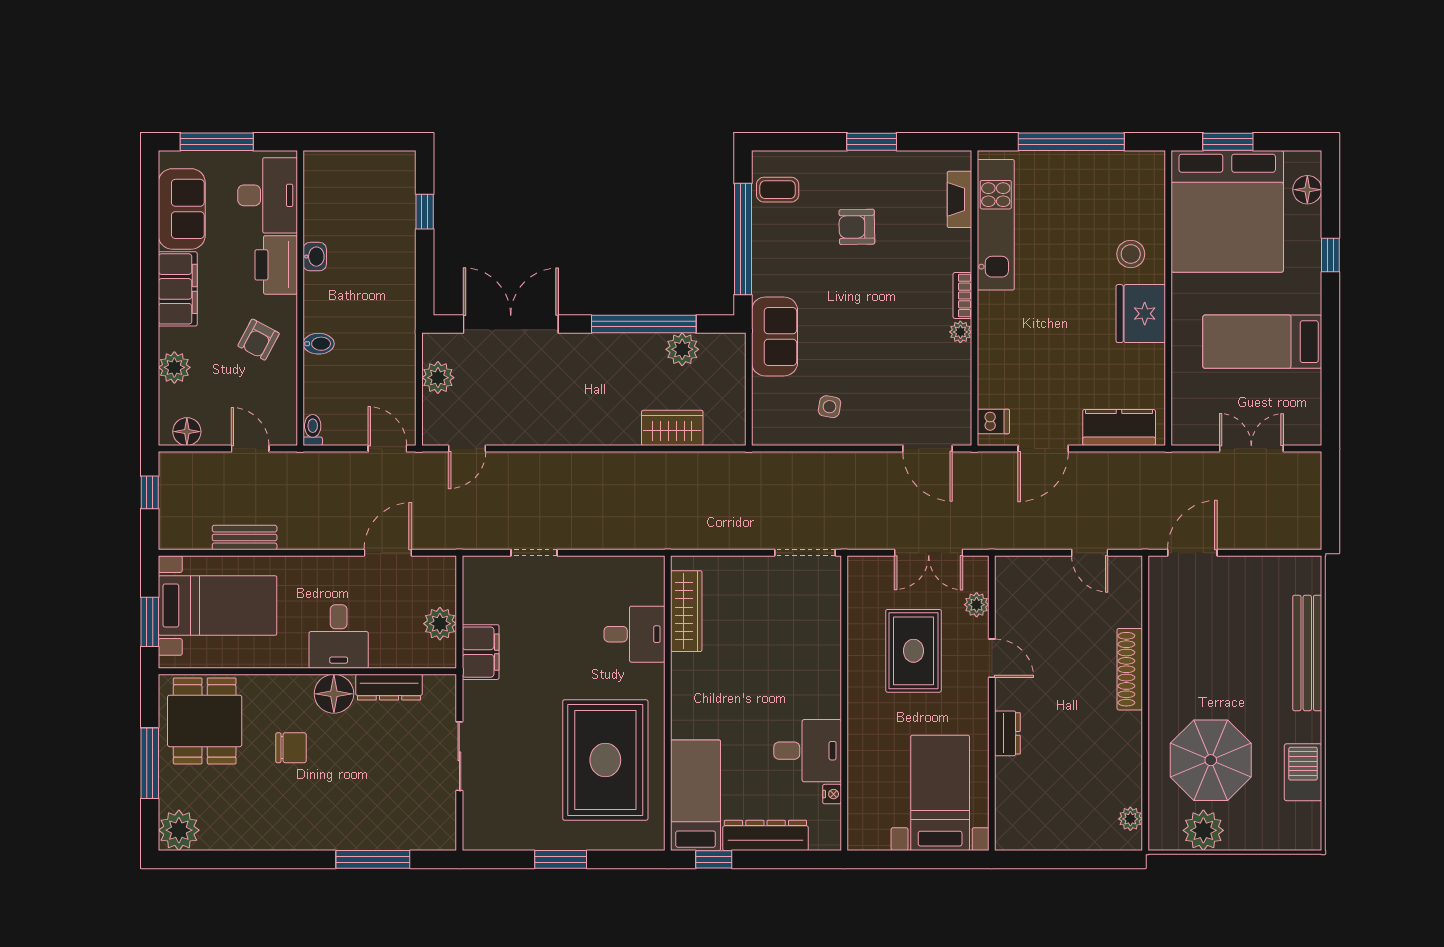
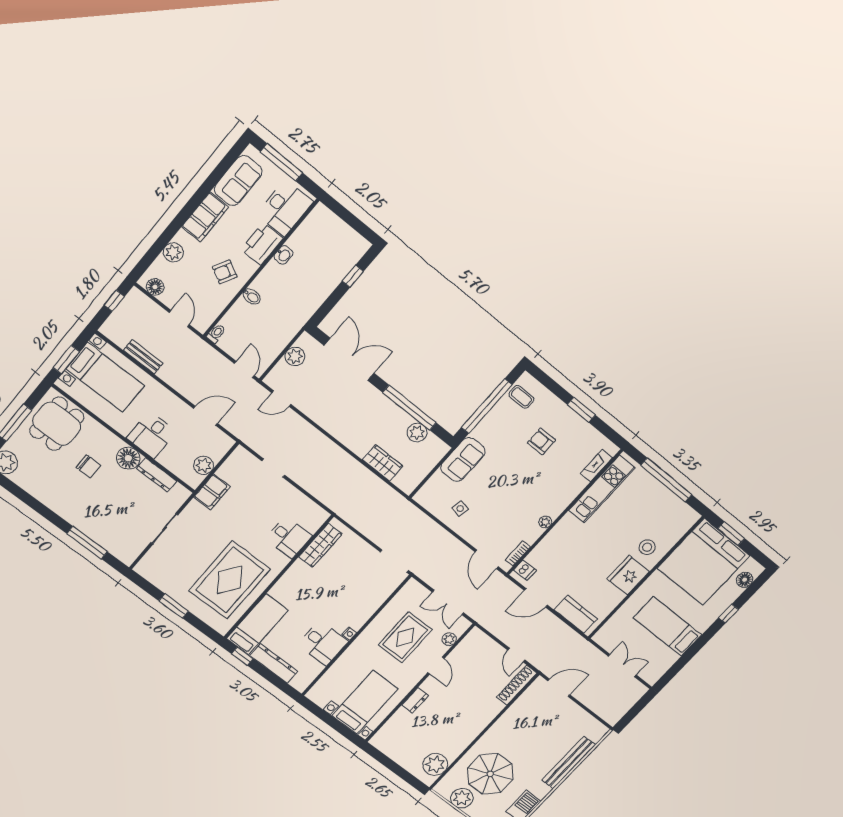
bookcase: (962, 295) -> (518, 553), moved
shoe rack: (1130, 669) -> (517, 685), moved
nightstand: (832, 794) -> (349, 633), moved
plant: (1130, 819) -> (435, 764), width x1.87, depth x1.87

